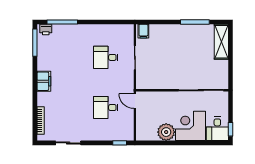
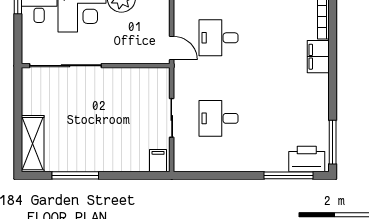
printer: (46, 30) -> (307, 159), width x1.87, depth x1.48
desk: (106, 57) -> (218, 118), turned 180
filing cabinet: (44, 81) -> (318, 57), moved
desk: (106, 108) -> (218, 38), turned 180

